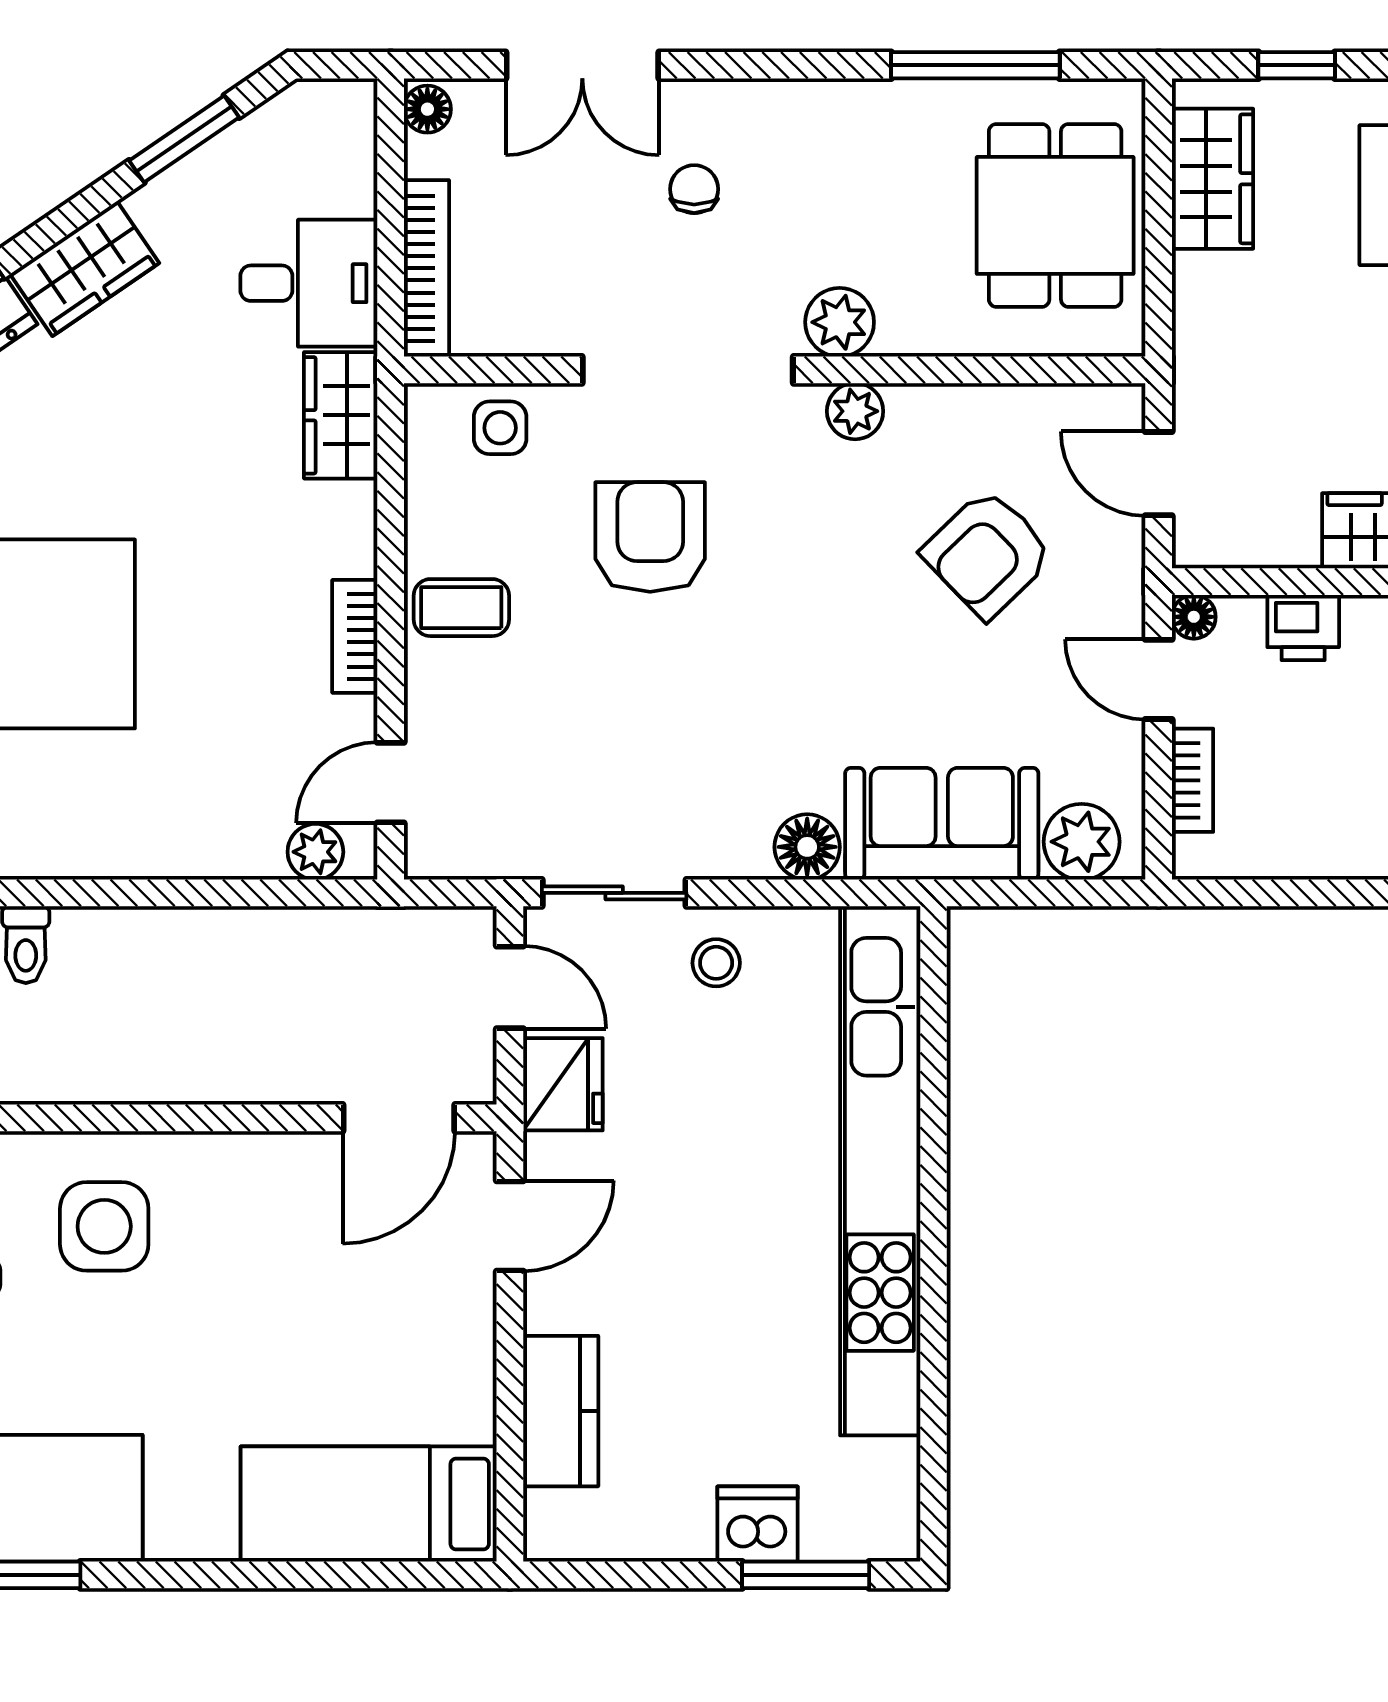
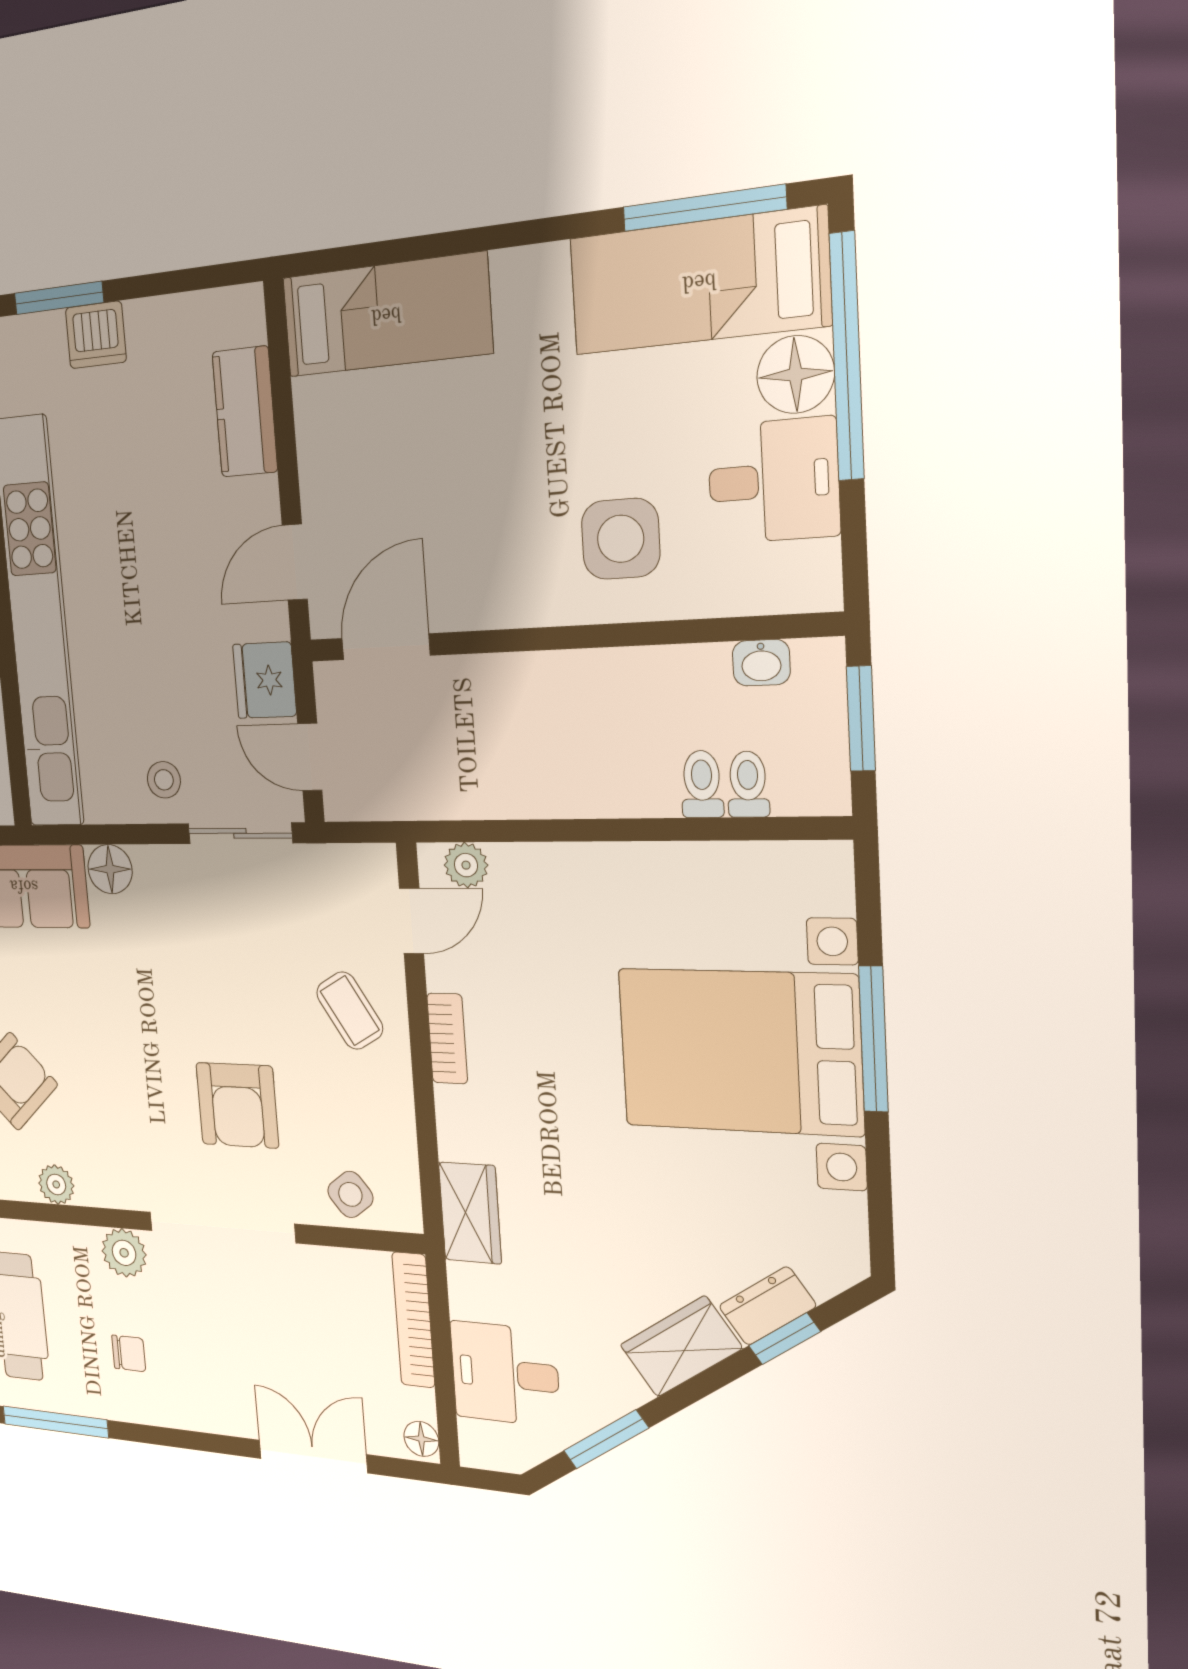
chair: (694, 189) -> (129, 1353), moved, turned -90
desk: (309, 283) -> (505, 1374), moved
plant: (855, 411) -> (56, 1184), moved
side table: (500, 428) -> (350, 1194), turned -38
coffee table: (461, 608) -> (350, 1011), moved, turned 59

